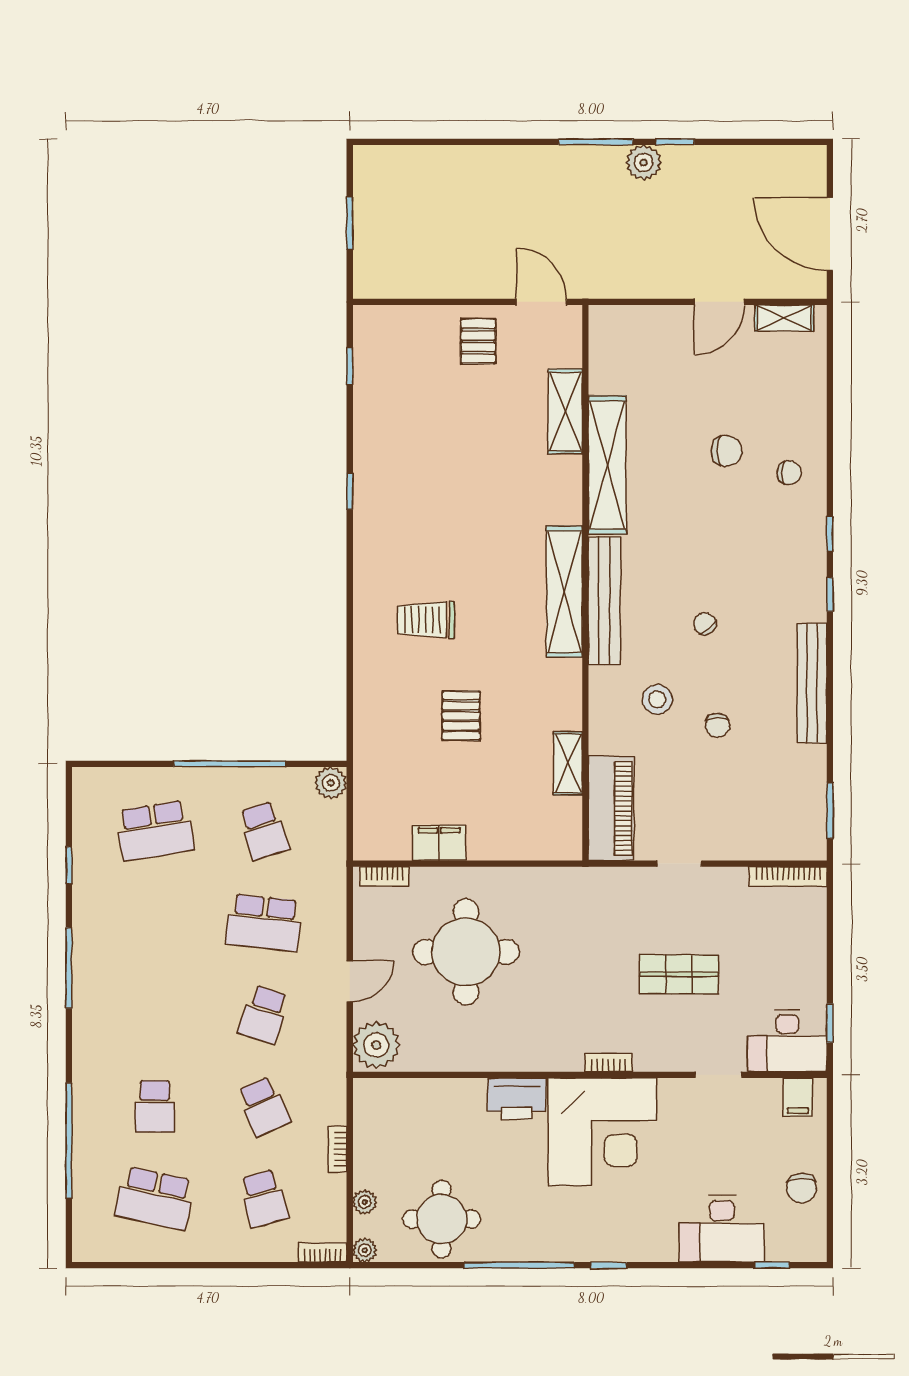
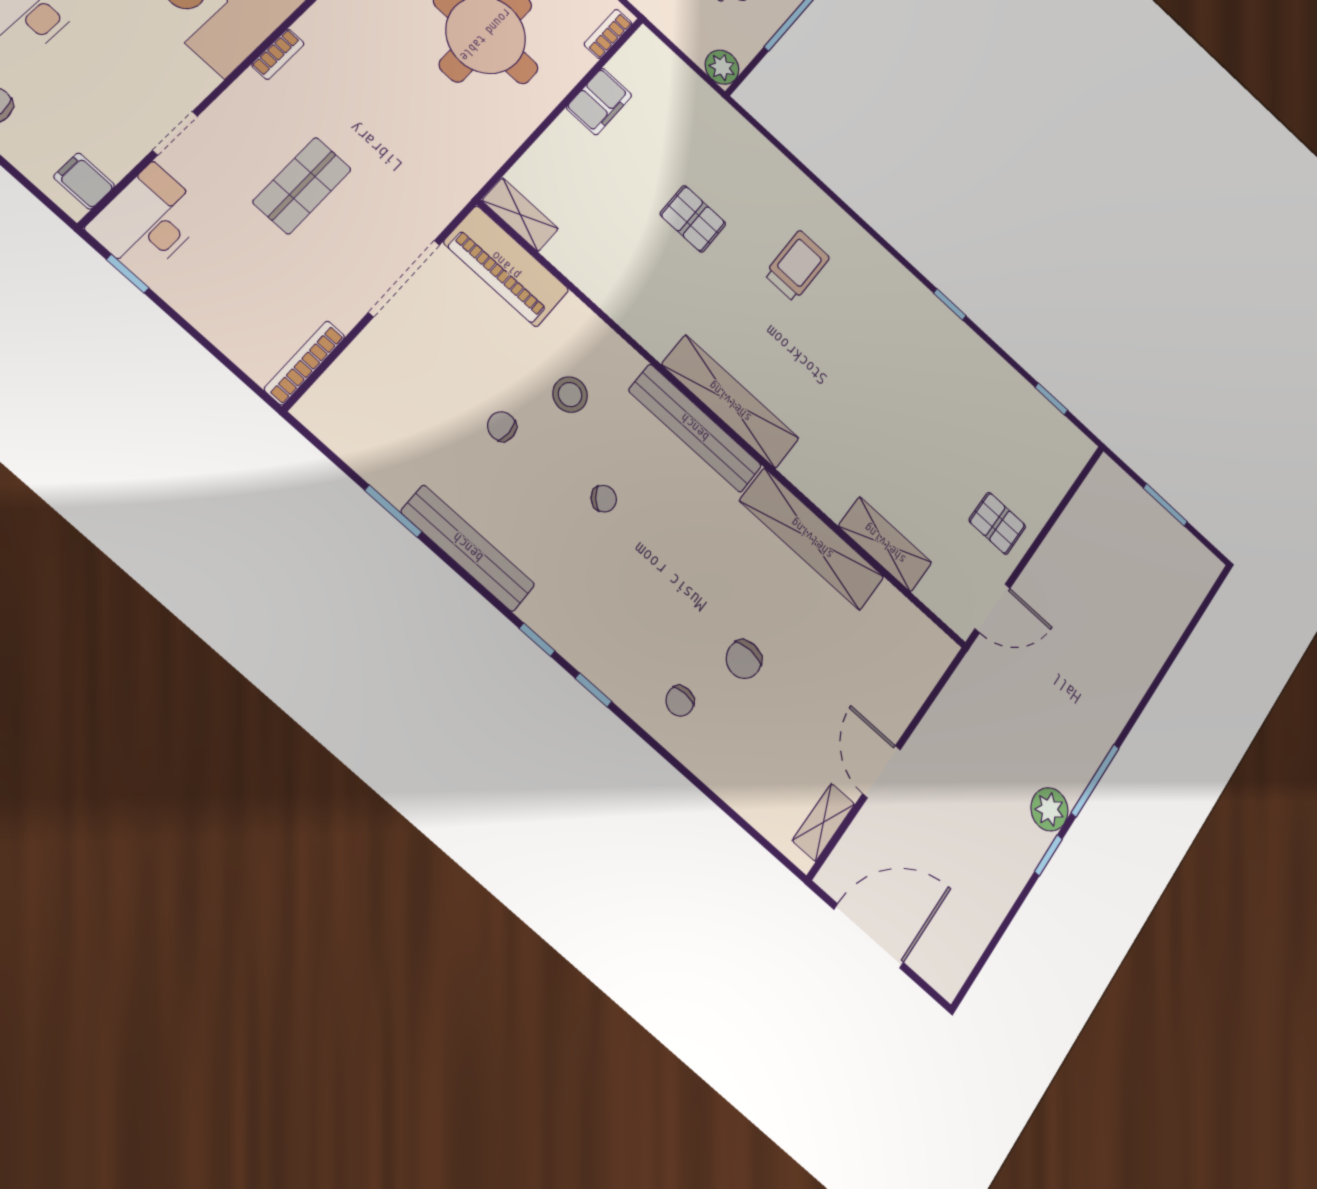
shelving: (568, 763) -> (520, 215), moved
window: (830, 811) -> (393, 511), moved
doorway: (679, 864) -> (404, 278), width x1.87

